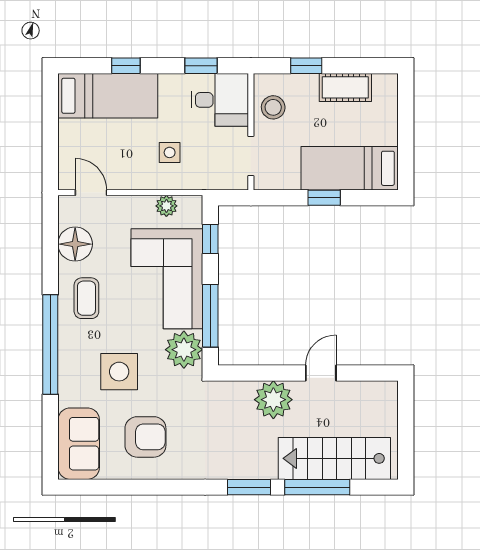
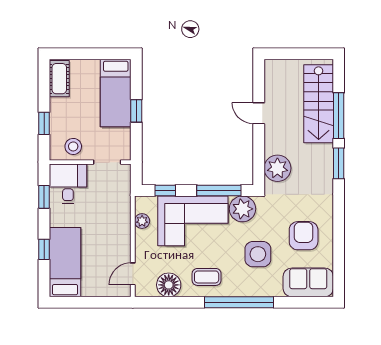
cot: (345, 87) -> (59, 79), moved
side table: (170, 152) -> (105, 219), removed
plant: (273, 400) -> (277, 168), moved

